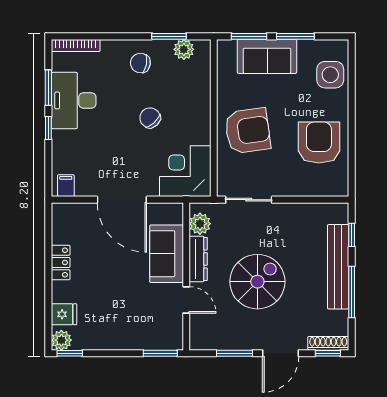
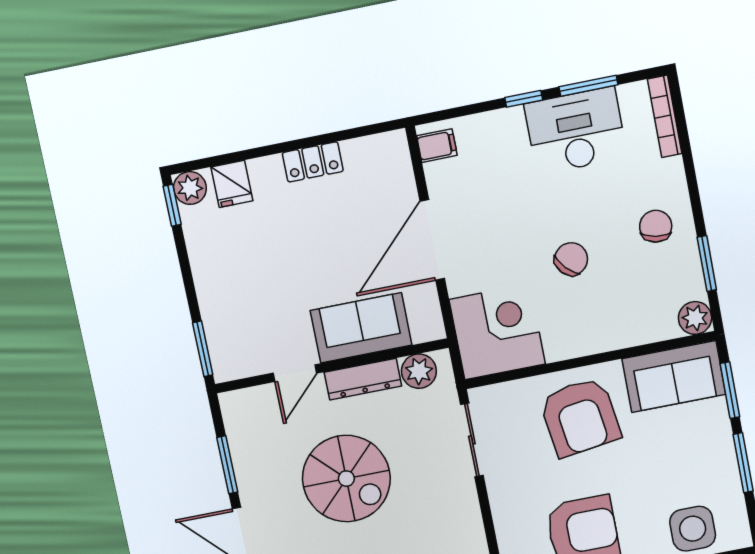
plant: (184, 49) -> (695, 318), moved
sofa: (267, 56) -> (674, 376), moved, turned -90

